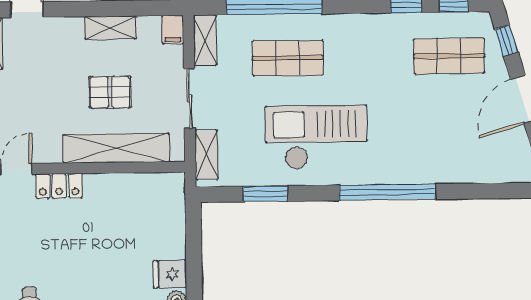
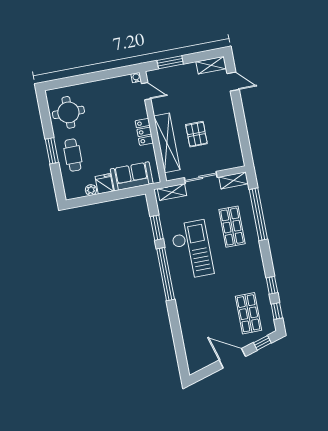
shelving: (110, 28) -> (231, 128), removed
filing cabinet: (173, 30) -> (236, 162), removed
locker: (59, 186) -> (144, 132), moved
window: (387, 192) -> (166, 274), moved
sofa: (165, 222) -> (132, 176), added

